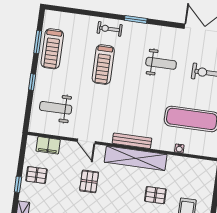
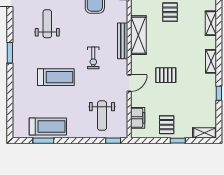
exercise bike: (110, 29) -> (93, 58), moved
window: (32, 82) -> (113, 141), moved
shelving: (136, 158) -> (138, 35), width x0.68

